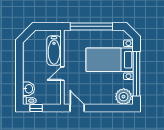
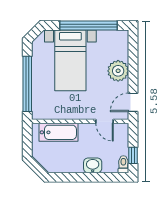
door: (62, 74) -> (105, 121), moved
washbasin: (29, 89) -> (93, 165), moved
plant: (124, 97) -> (118, 71), moved

